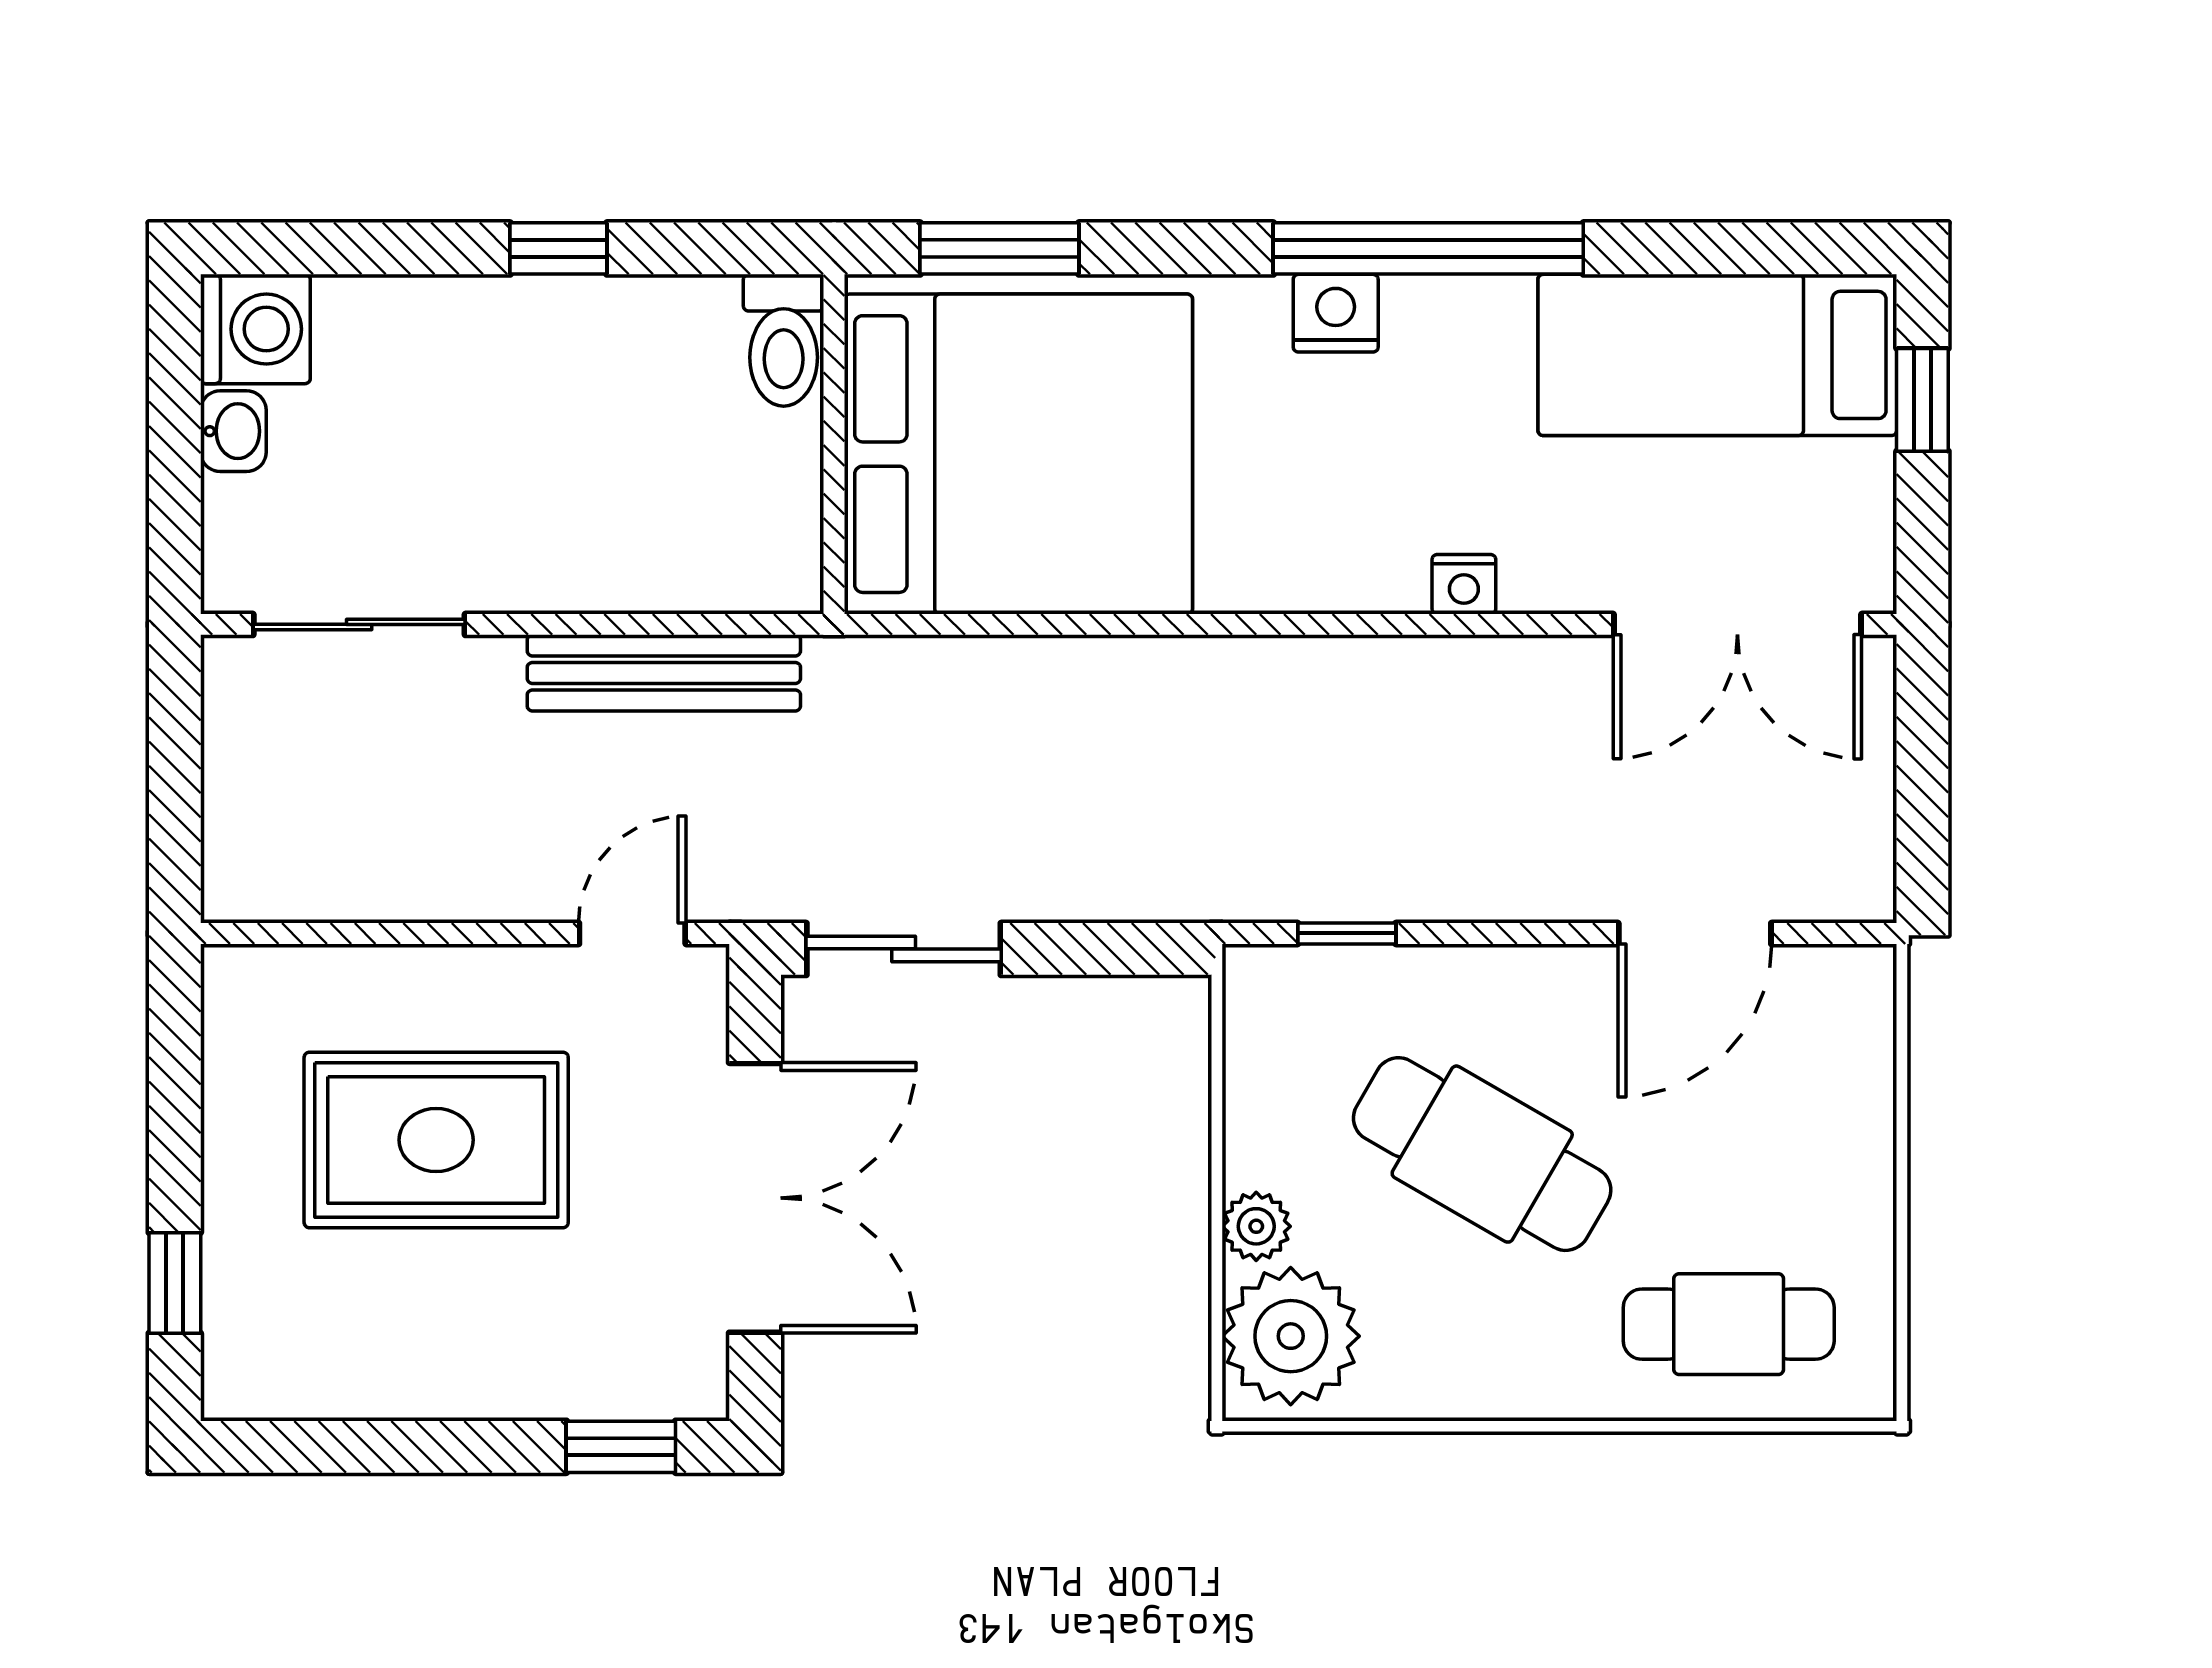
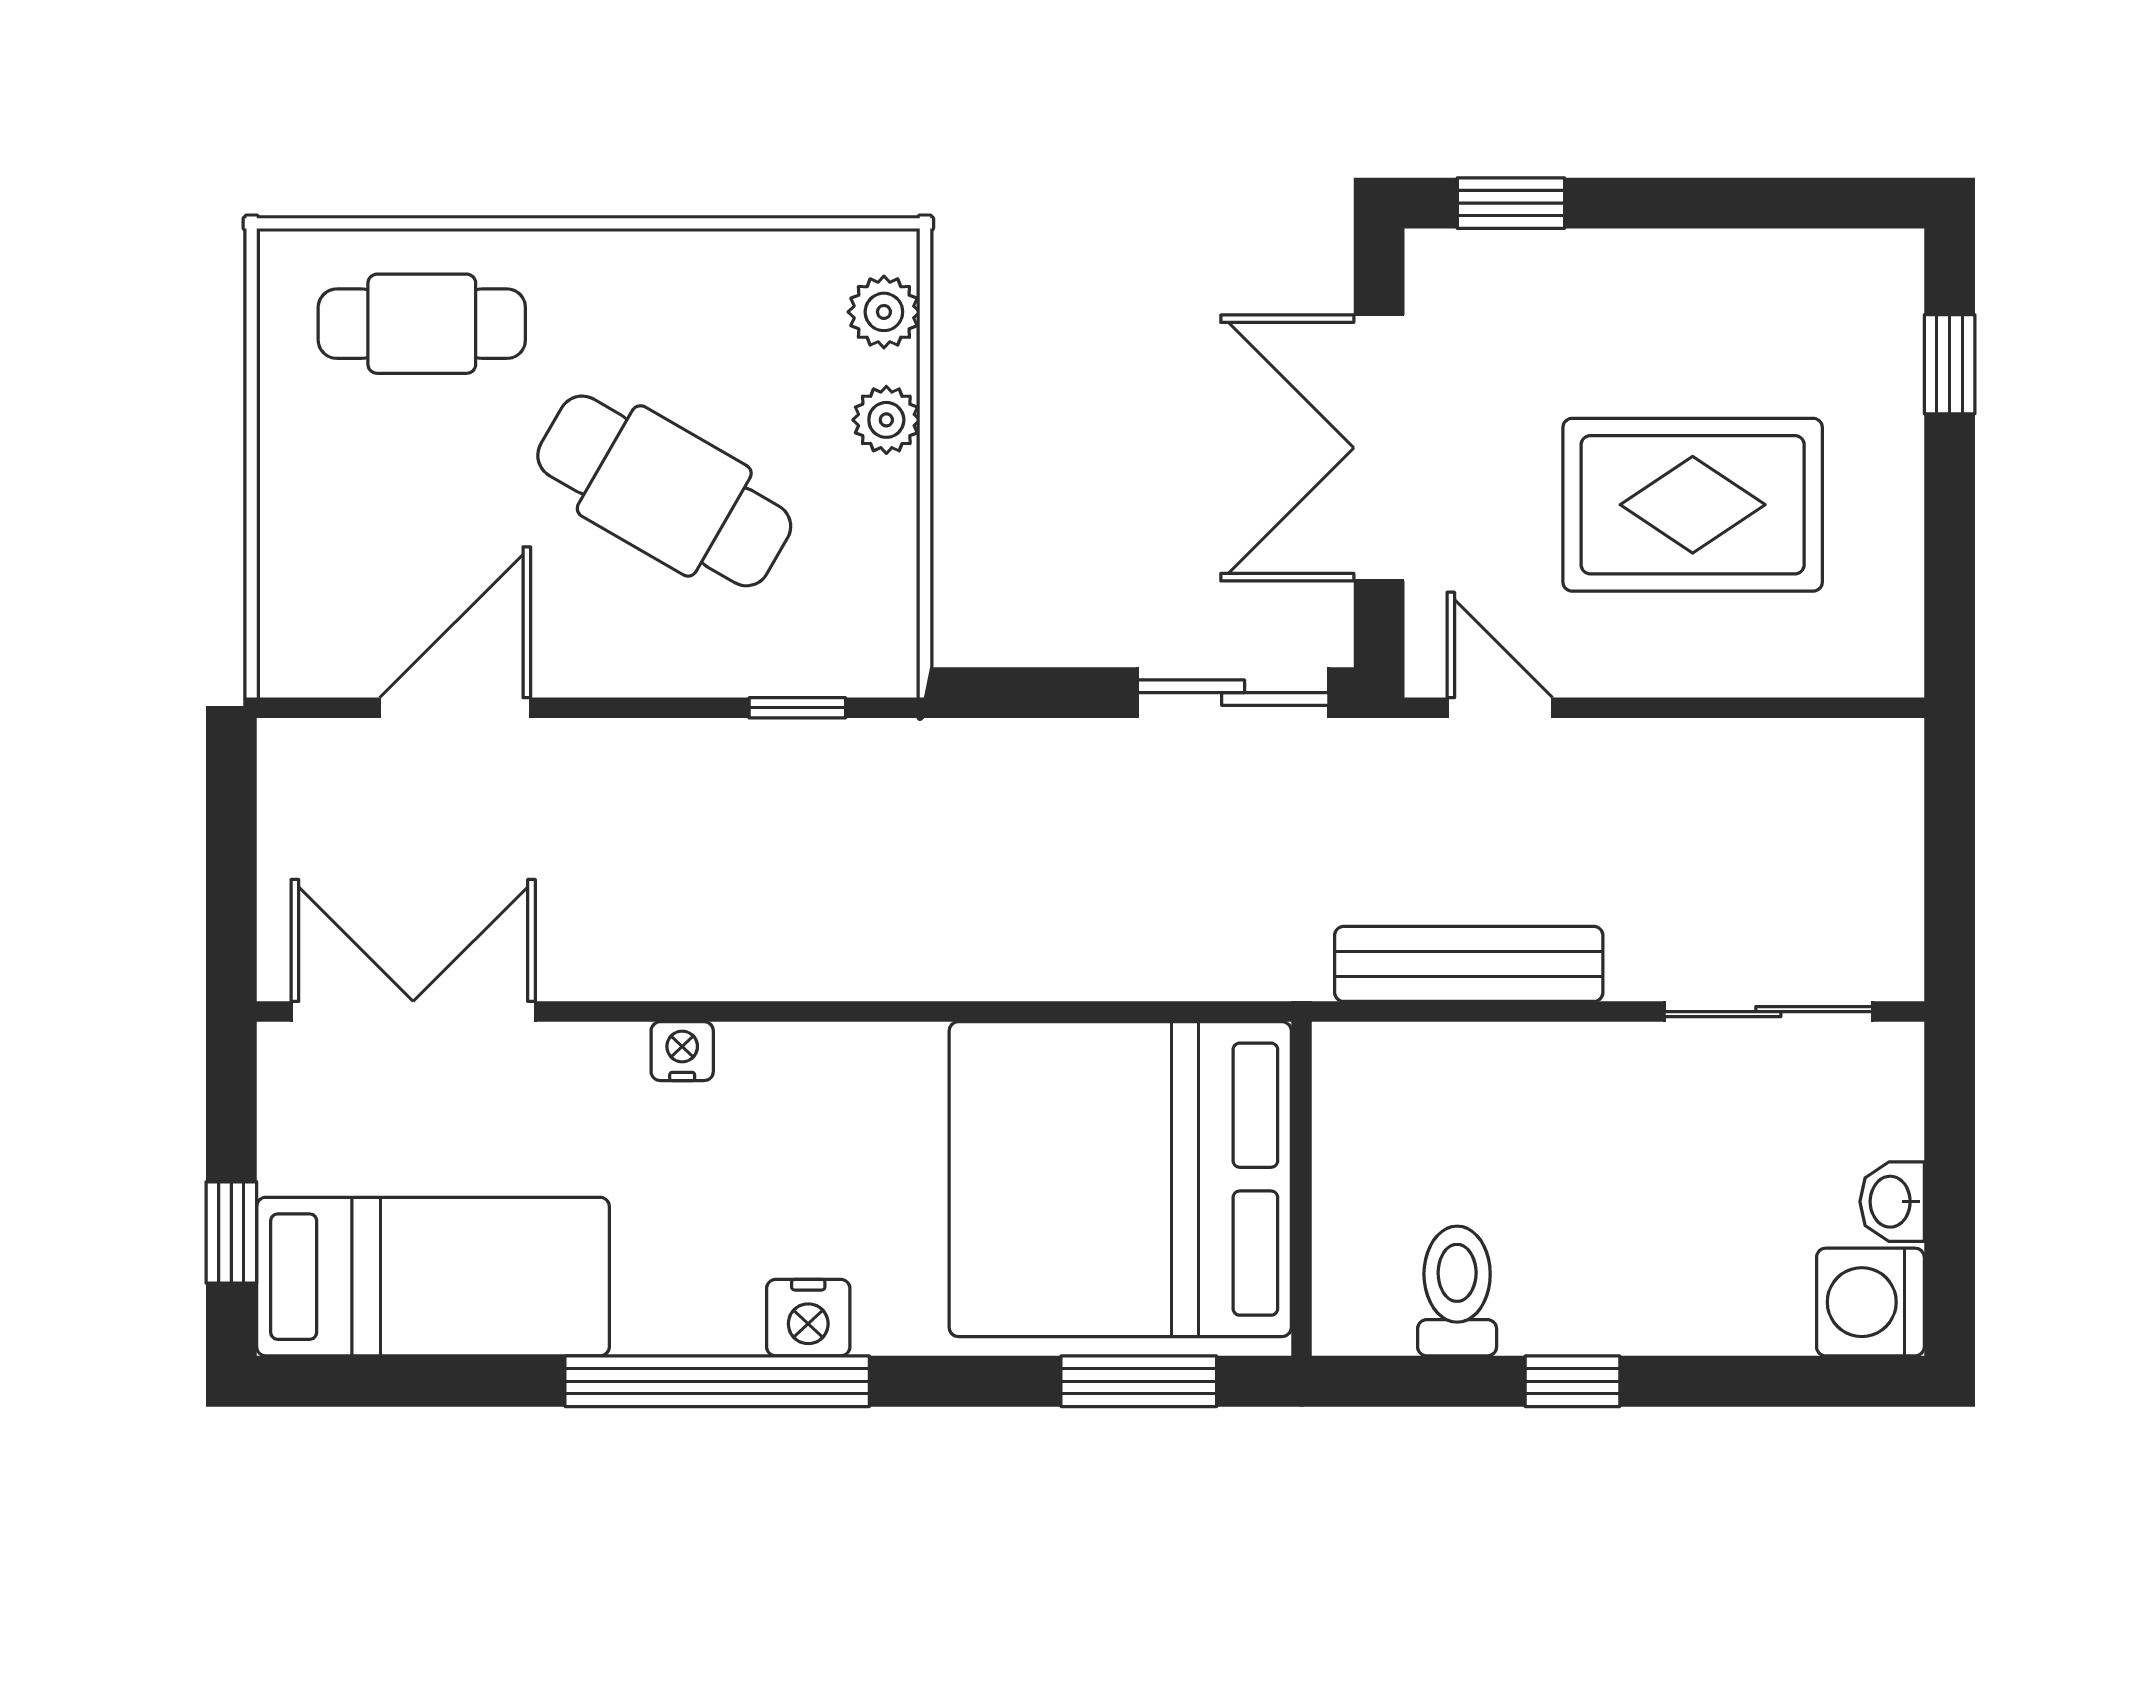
toilet: (784, 340) -> (1457, 1291), moved
door: (632, 933) -> (1500, 708), swing flipped
plant: (1291, 1336) -> (884, 312), width x0.53, depth x0.53

